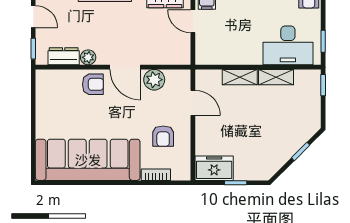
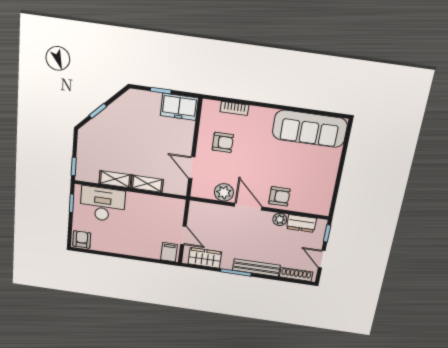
armchair: (93, 84) -> (279, 196), turned 180
armchair: (163, 136) -> (223, 142), turned 90
sofa: (88, 160) -> (310, 129), width x0.74, depth x0.79

